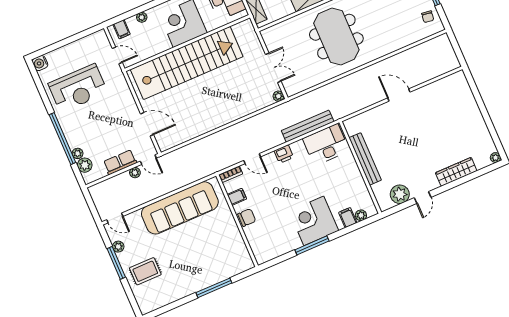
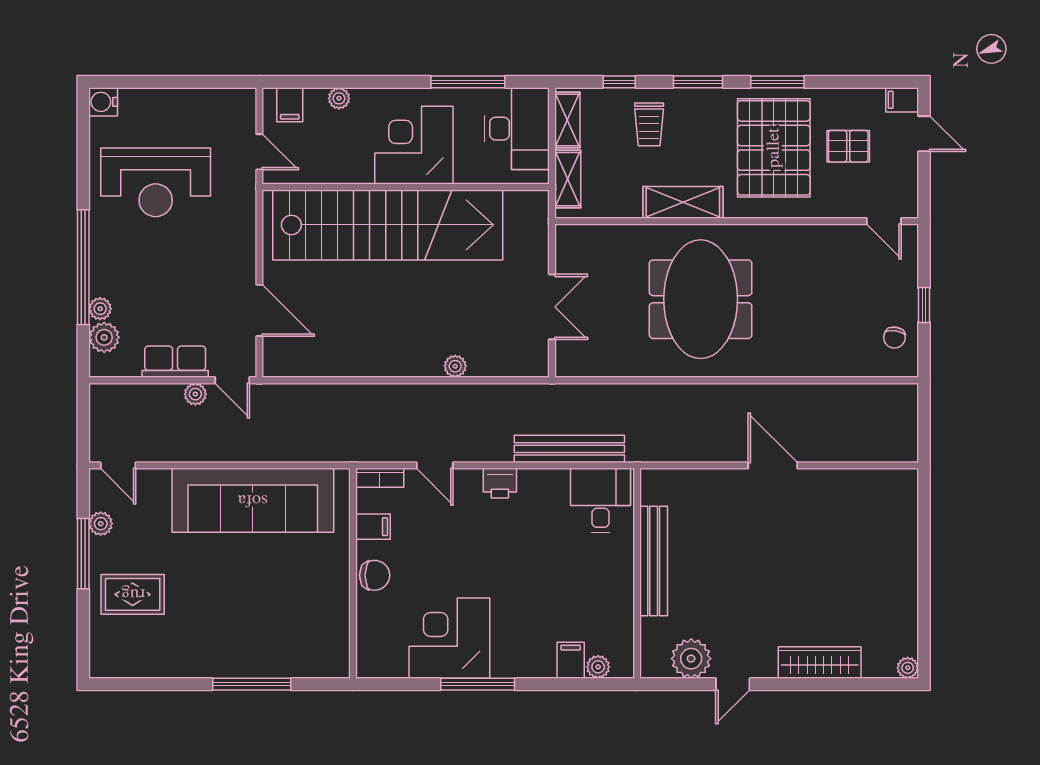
plant: (278, 96) -> (455, 366), moved
desk: (326, 145) -> (601, 500), width x0.73
corner desk: (314, 221) -> (449, 638), moved

